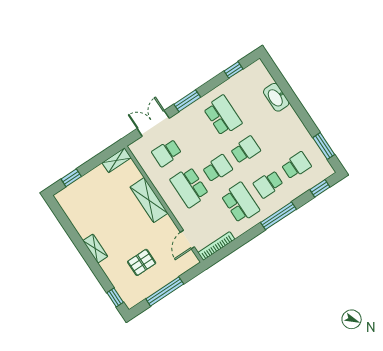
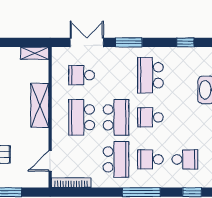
school desk: (223, 116) -> (150, 75), turned 180
school desk: (245, 150) -> (150, 117), turned 180
school desk: (217, 168) -> (116, 117), width x1.85

